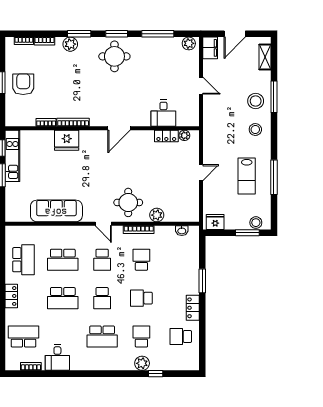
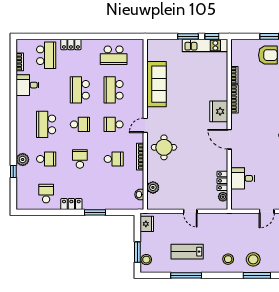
fridge: (67, 140) -> (219, 111), moved
plant: (157, 215) -> (153, 187), moved
locker: (11, 296) -> (71, 44), moved
school desk: (102, 298) -> (80, 124), turned 180

